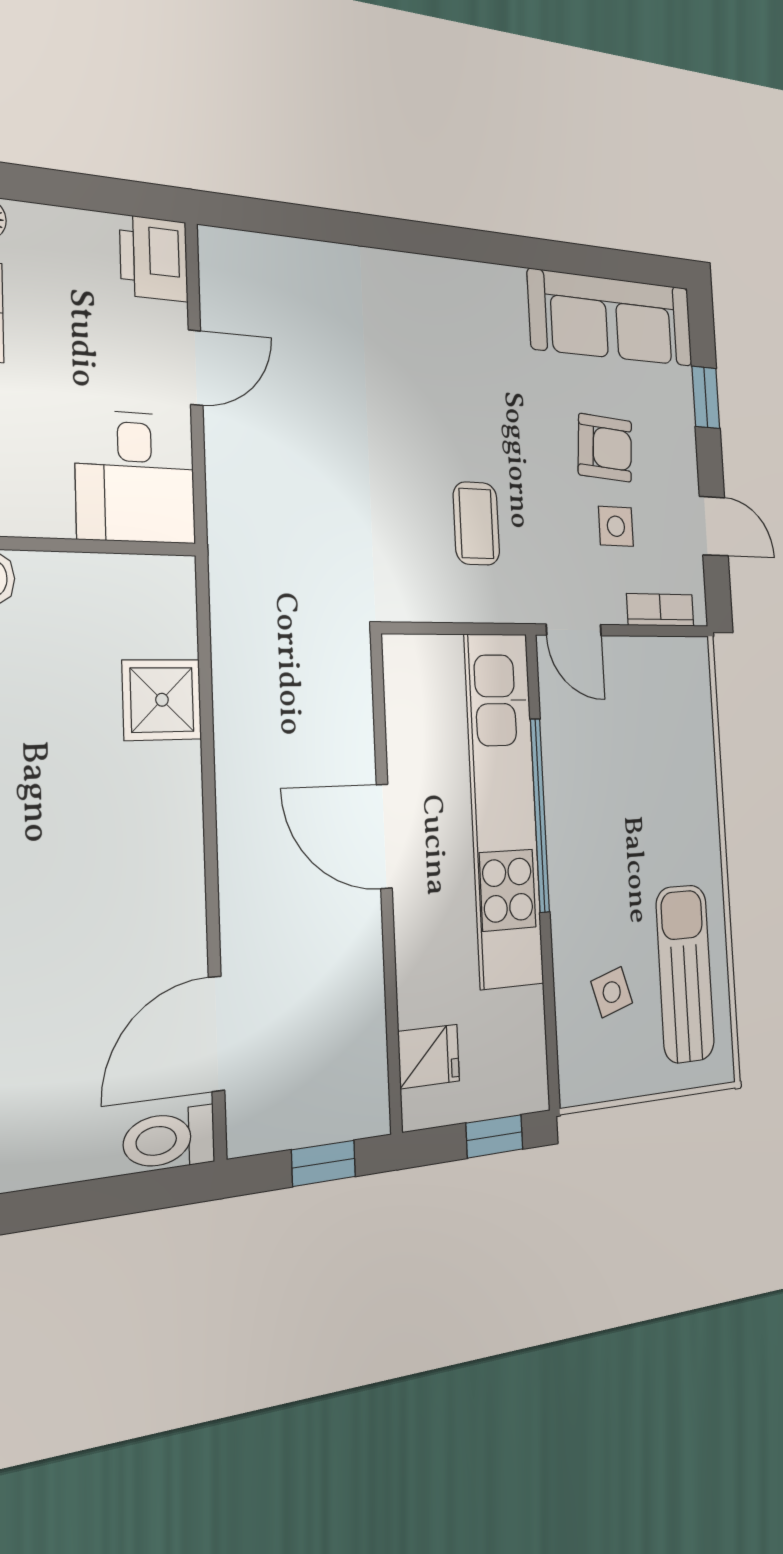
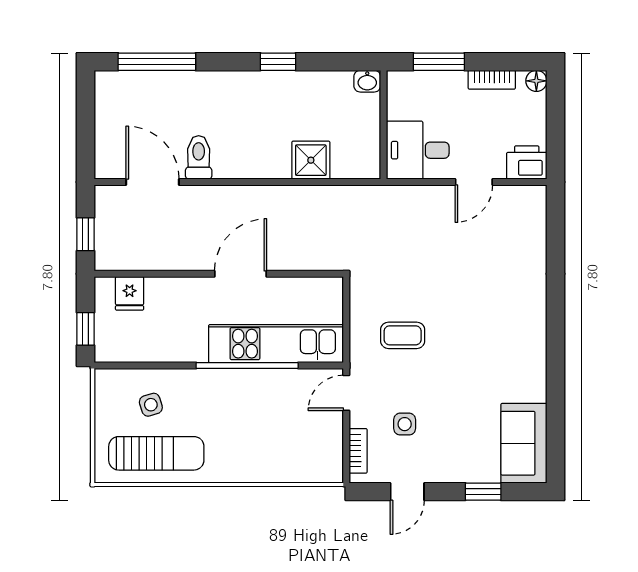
sofa: (611, 318) -> (524, 443), width x0.73
door: (196, 368) -> (474, 182), hinge flipped
armchair: (605, 448) -> (449, 420), removed
kitchen unit: (504, 809) -> (276, 344), width x0.73
toilet: (169, 1139) -> (199, 157), moved

